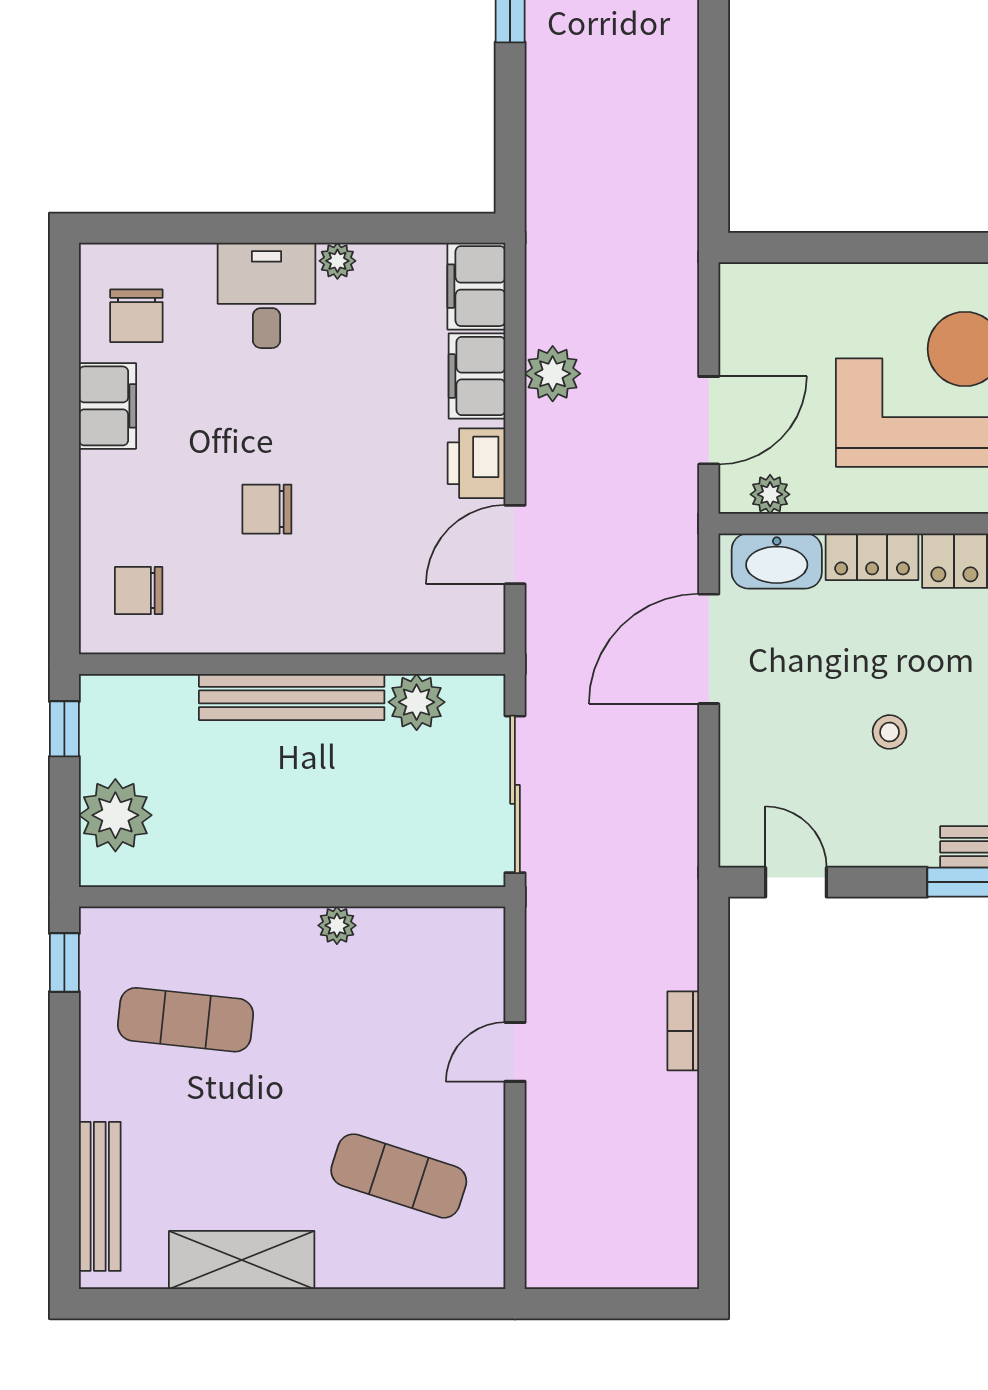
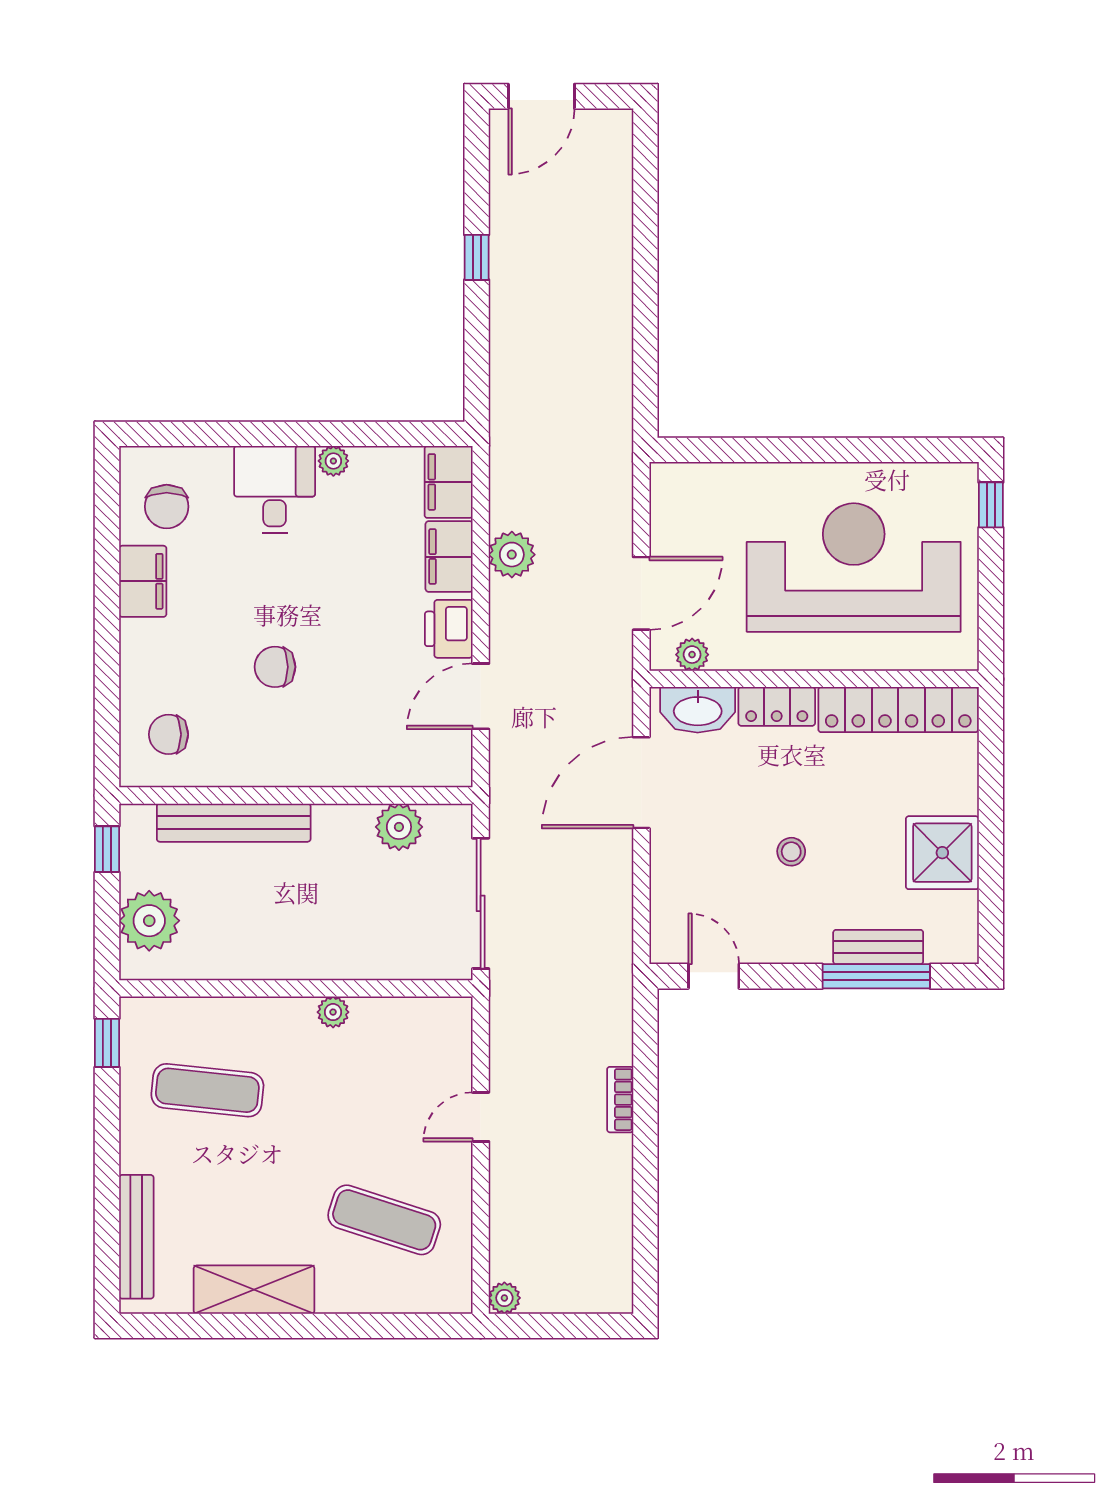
bench: (292, 697) -> (234, 823), moved
plant: (544, 1270) -> (504, 1298), added

